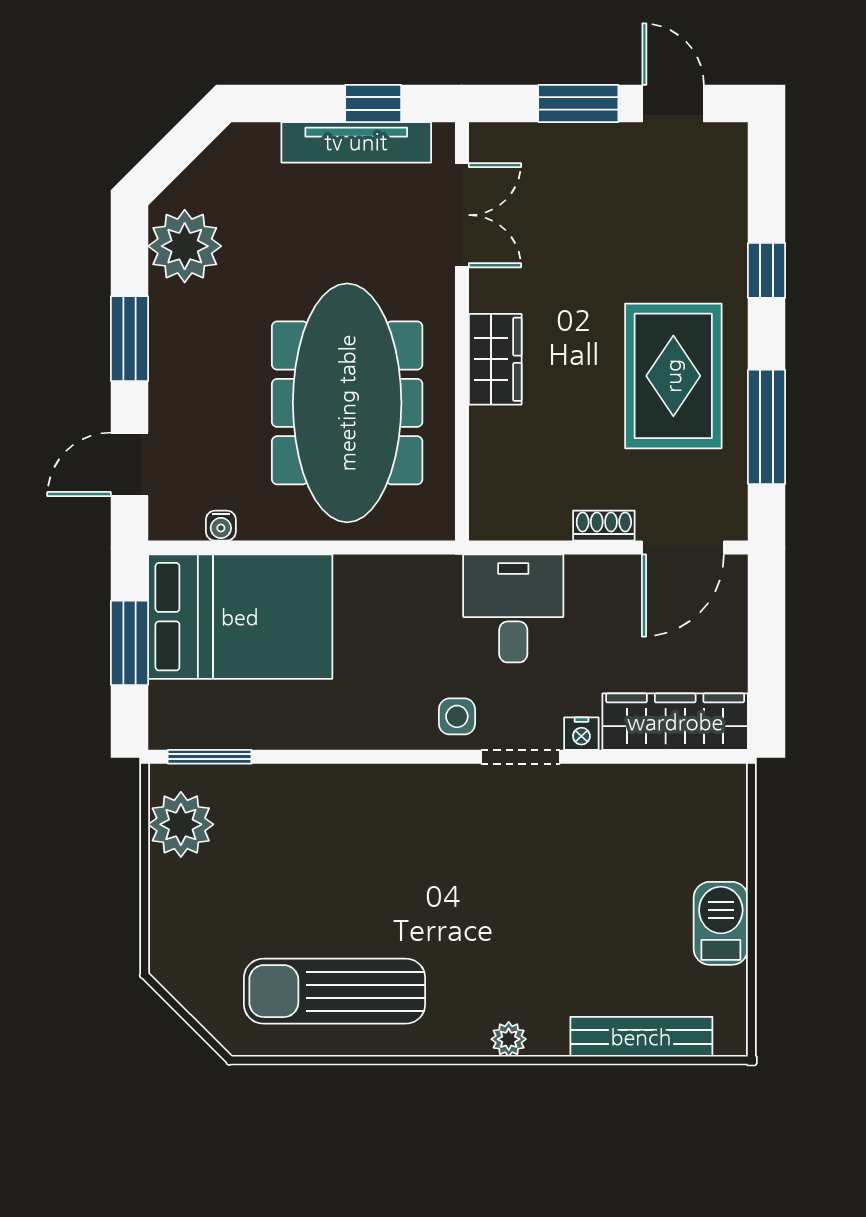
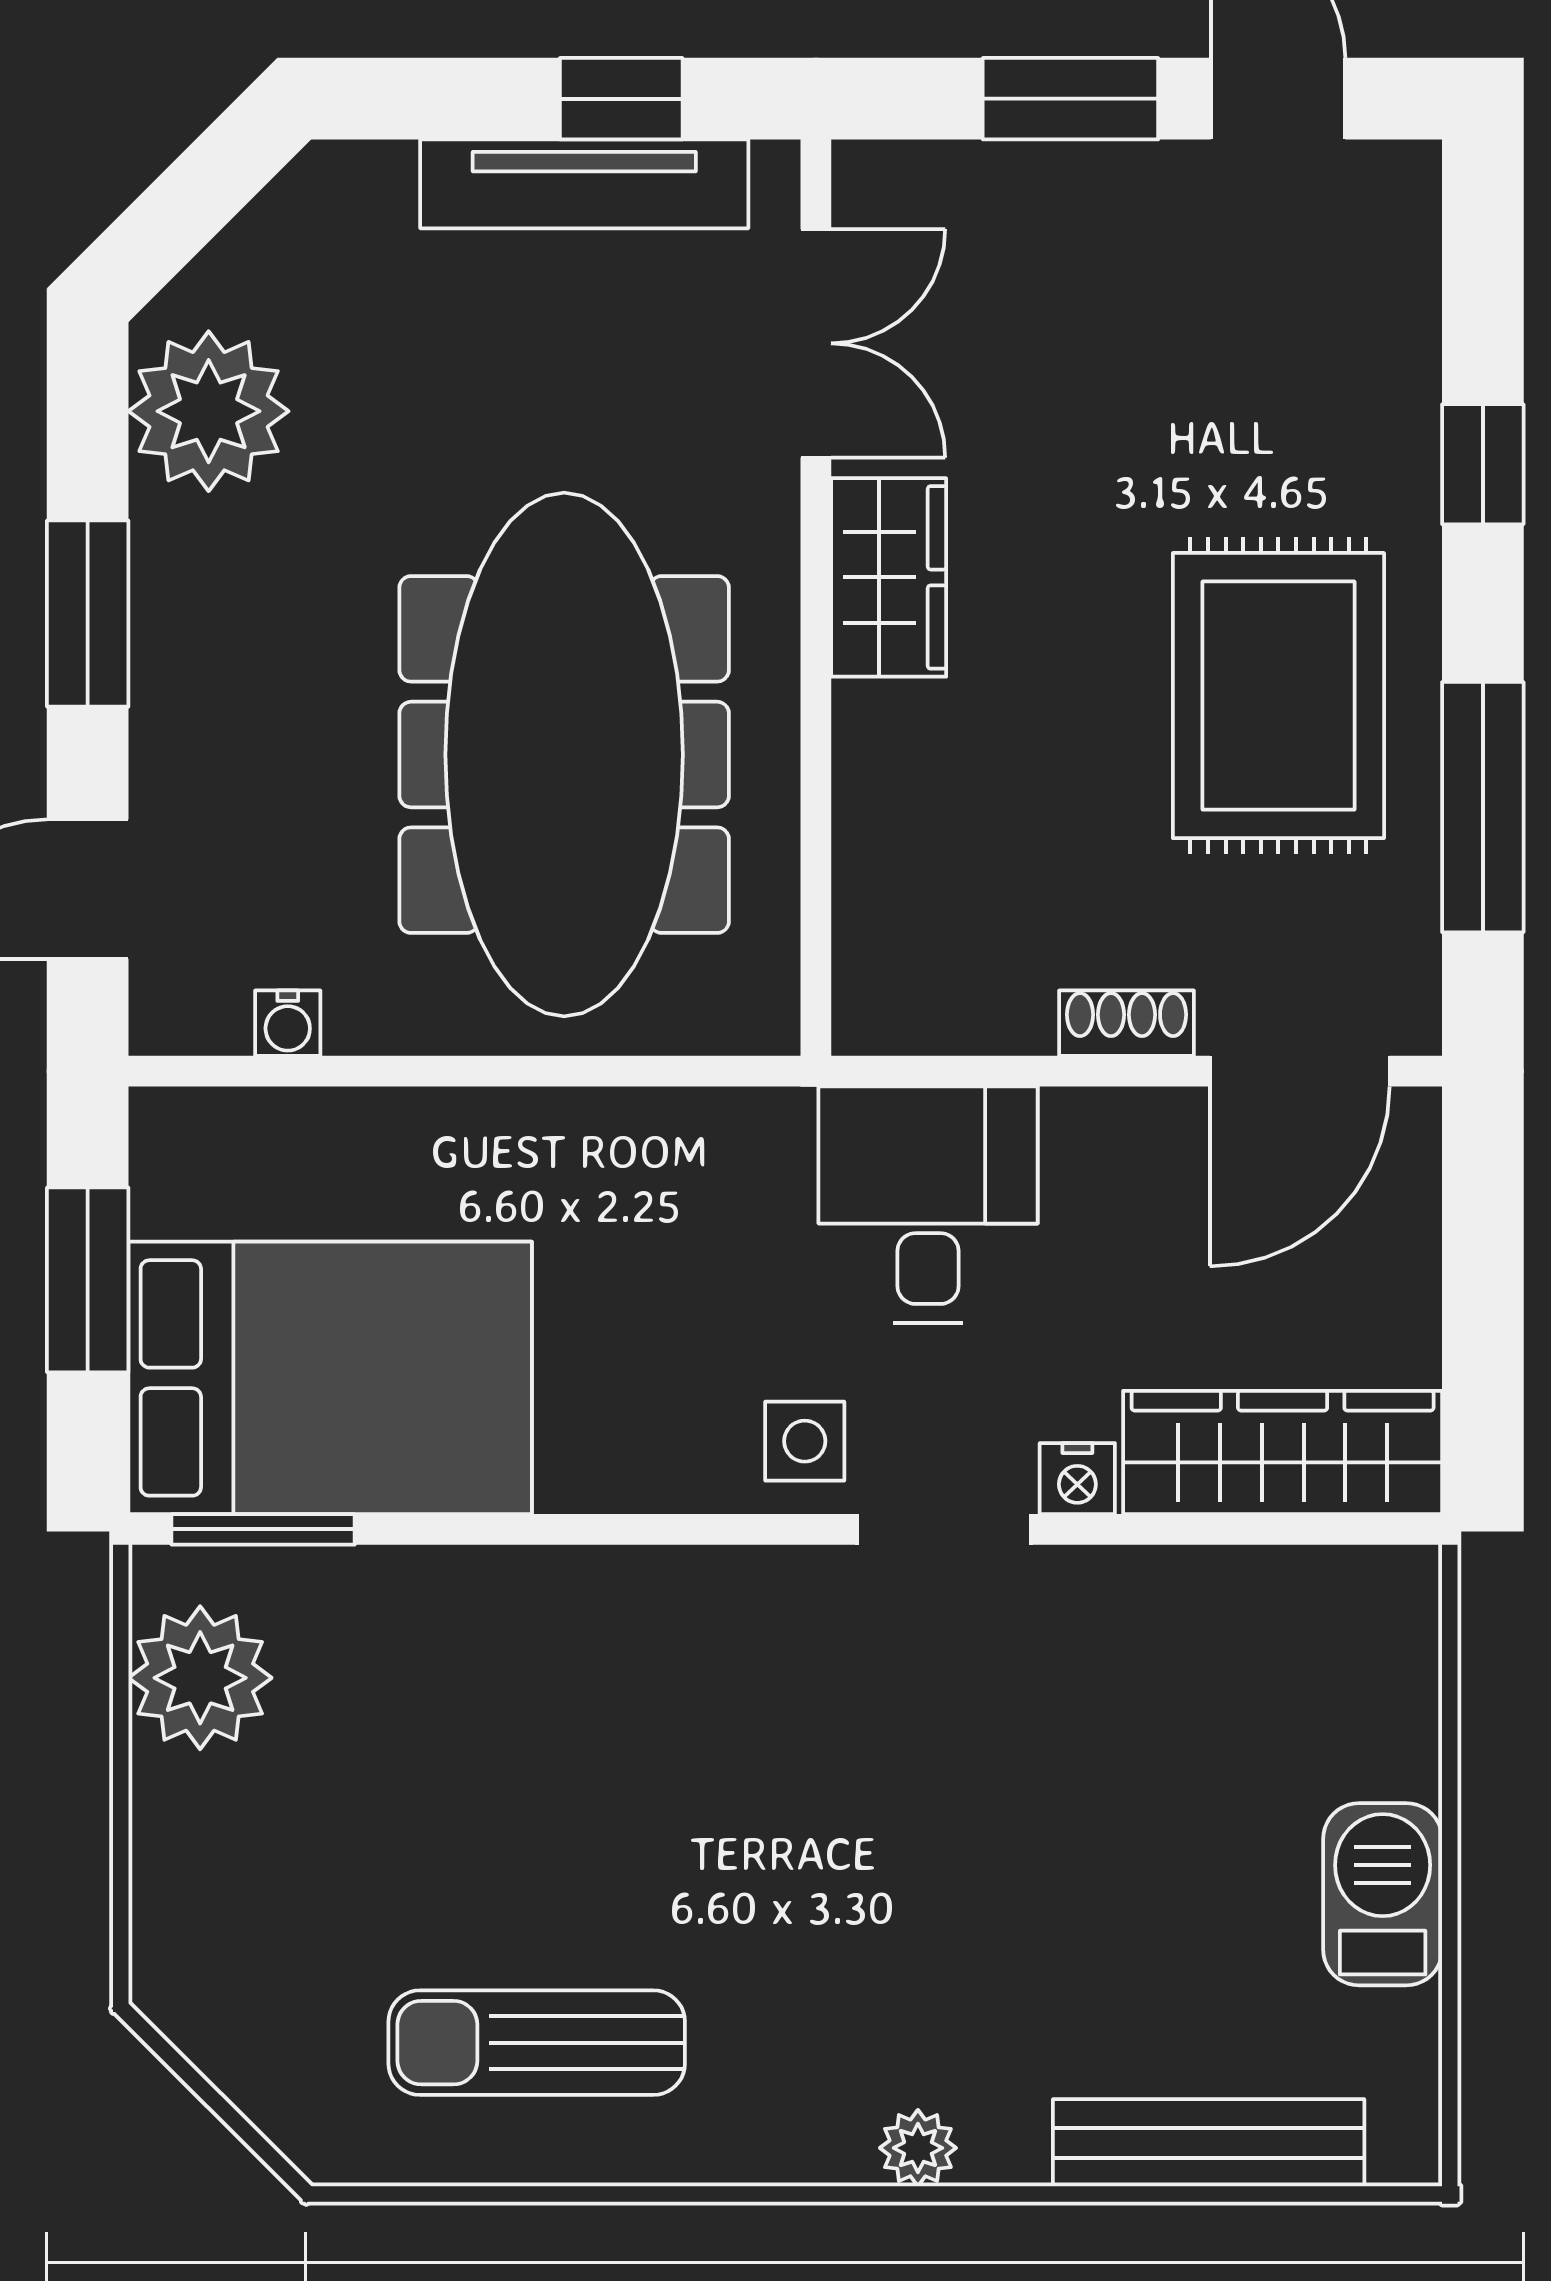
wardrobe: (495, 359) -> (889, 577), moved
bed: (240, 617) -> (330, 1378), moved
sun lounger: (335, 991) -> (537, 2043), width x0.73, depth x0.75

